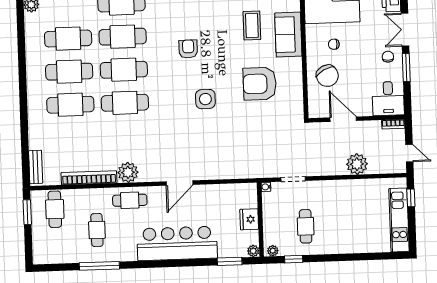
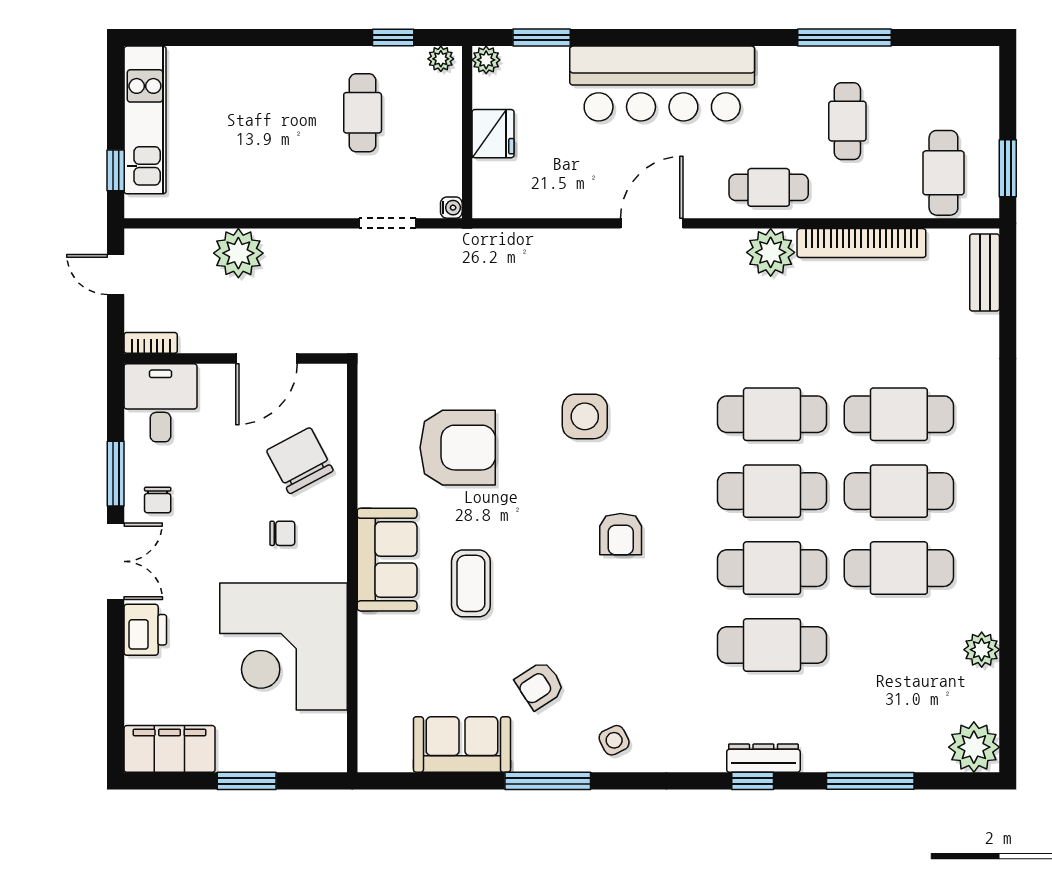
door: (343, 119) -> (267, 359), hinge flipped

